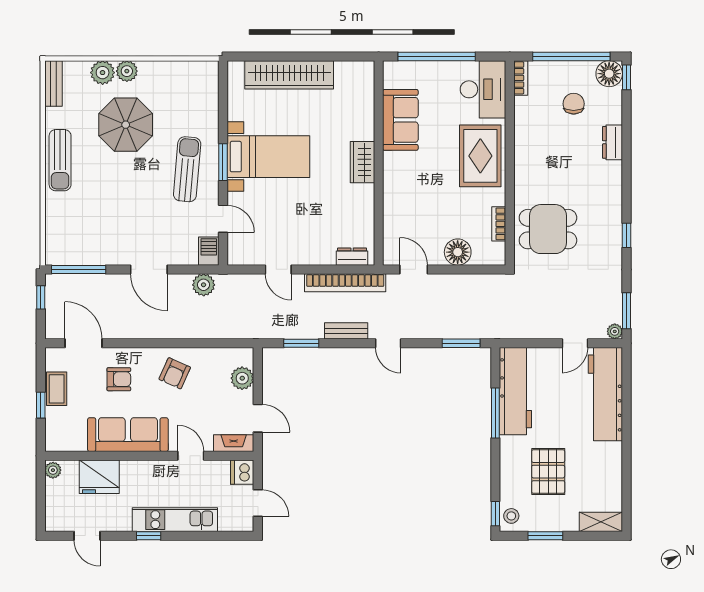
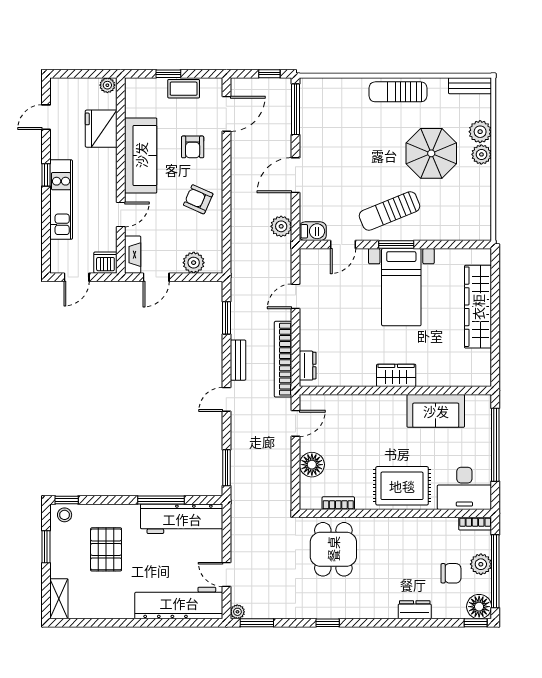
plant: (564, 72) -> (481, 564), added
sun lounger: (187, 169) -> (390, 211), turned 153
pallet: (548, 472) -> (106, 549), turned 90

